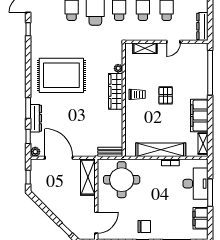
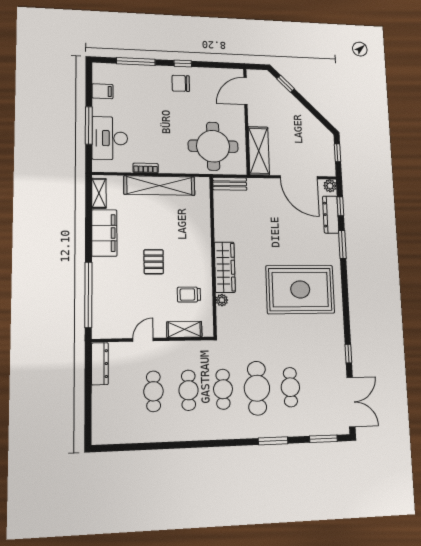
trolley: (137, 94) -> (189, 295), moved
dresser: (36, 118) -> (331, 215), moved
filing cabinet: (200, 218) -> (102, 91), width x0.50

